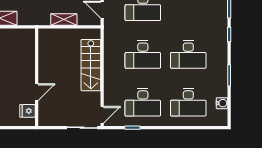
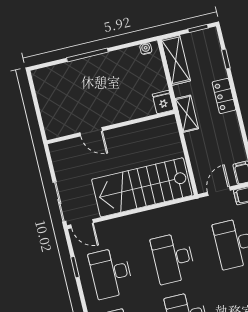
shelving: (64, 20) -> (187, 114), moved
stairs: (91, 65) -> (142, 187), width x1.36, depth x1.51
fridge: (27, 111) -> (163, 102), moved

